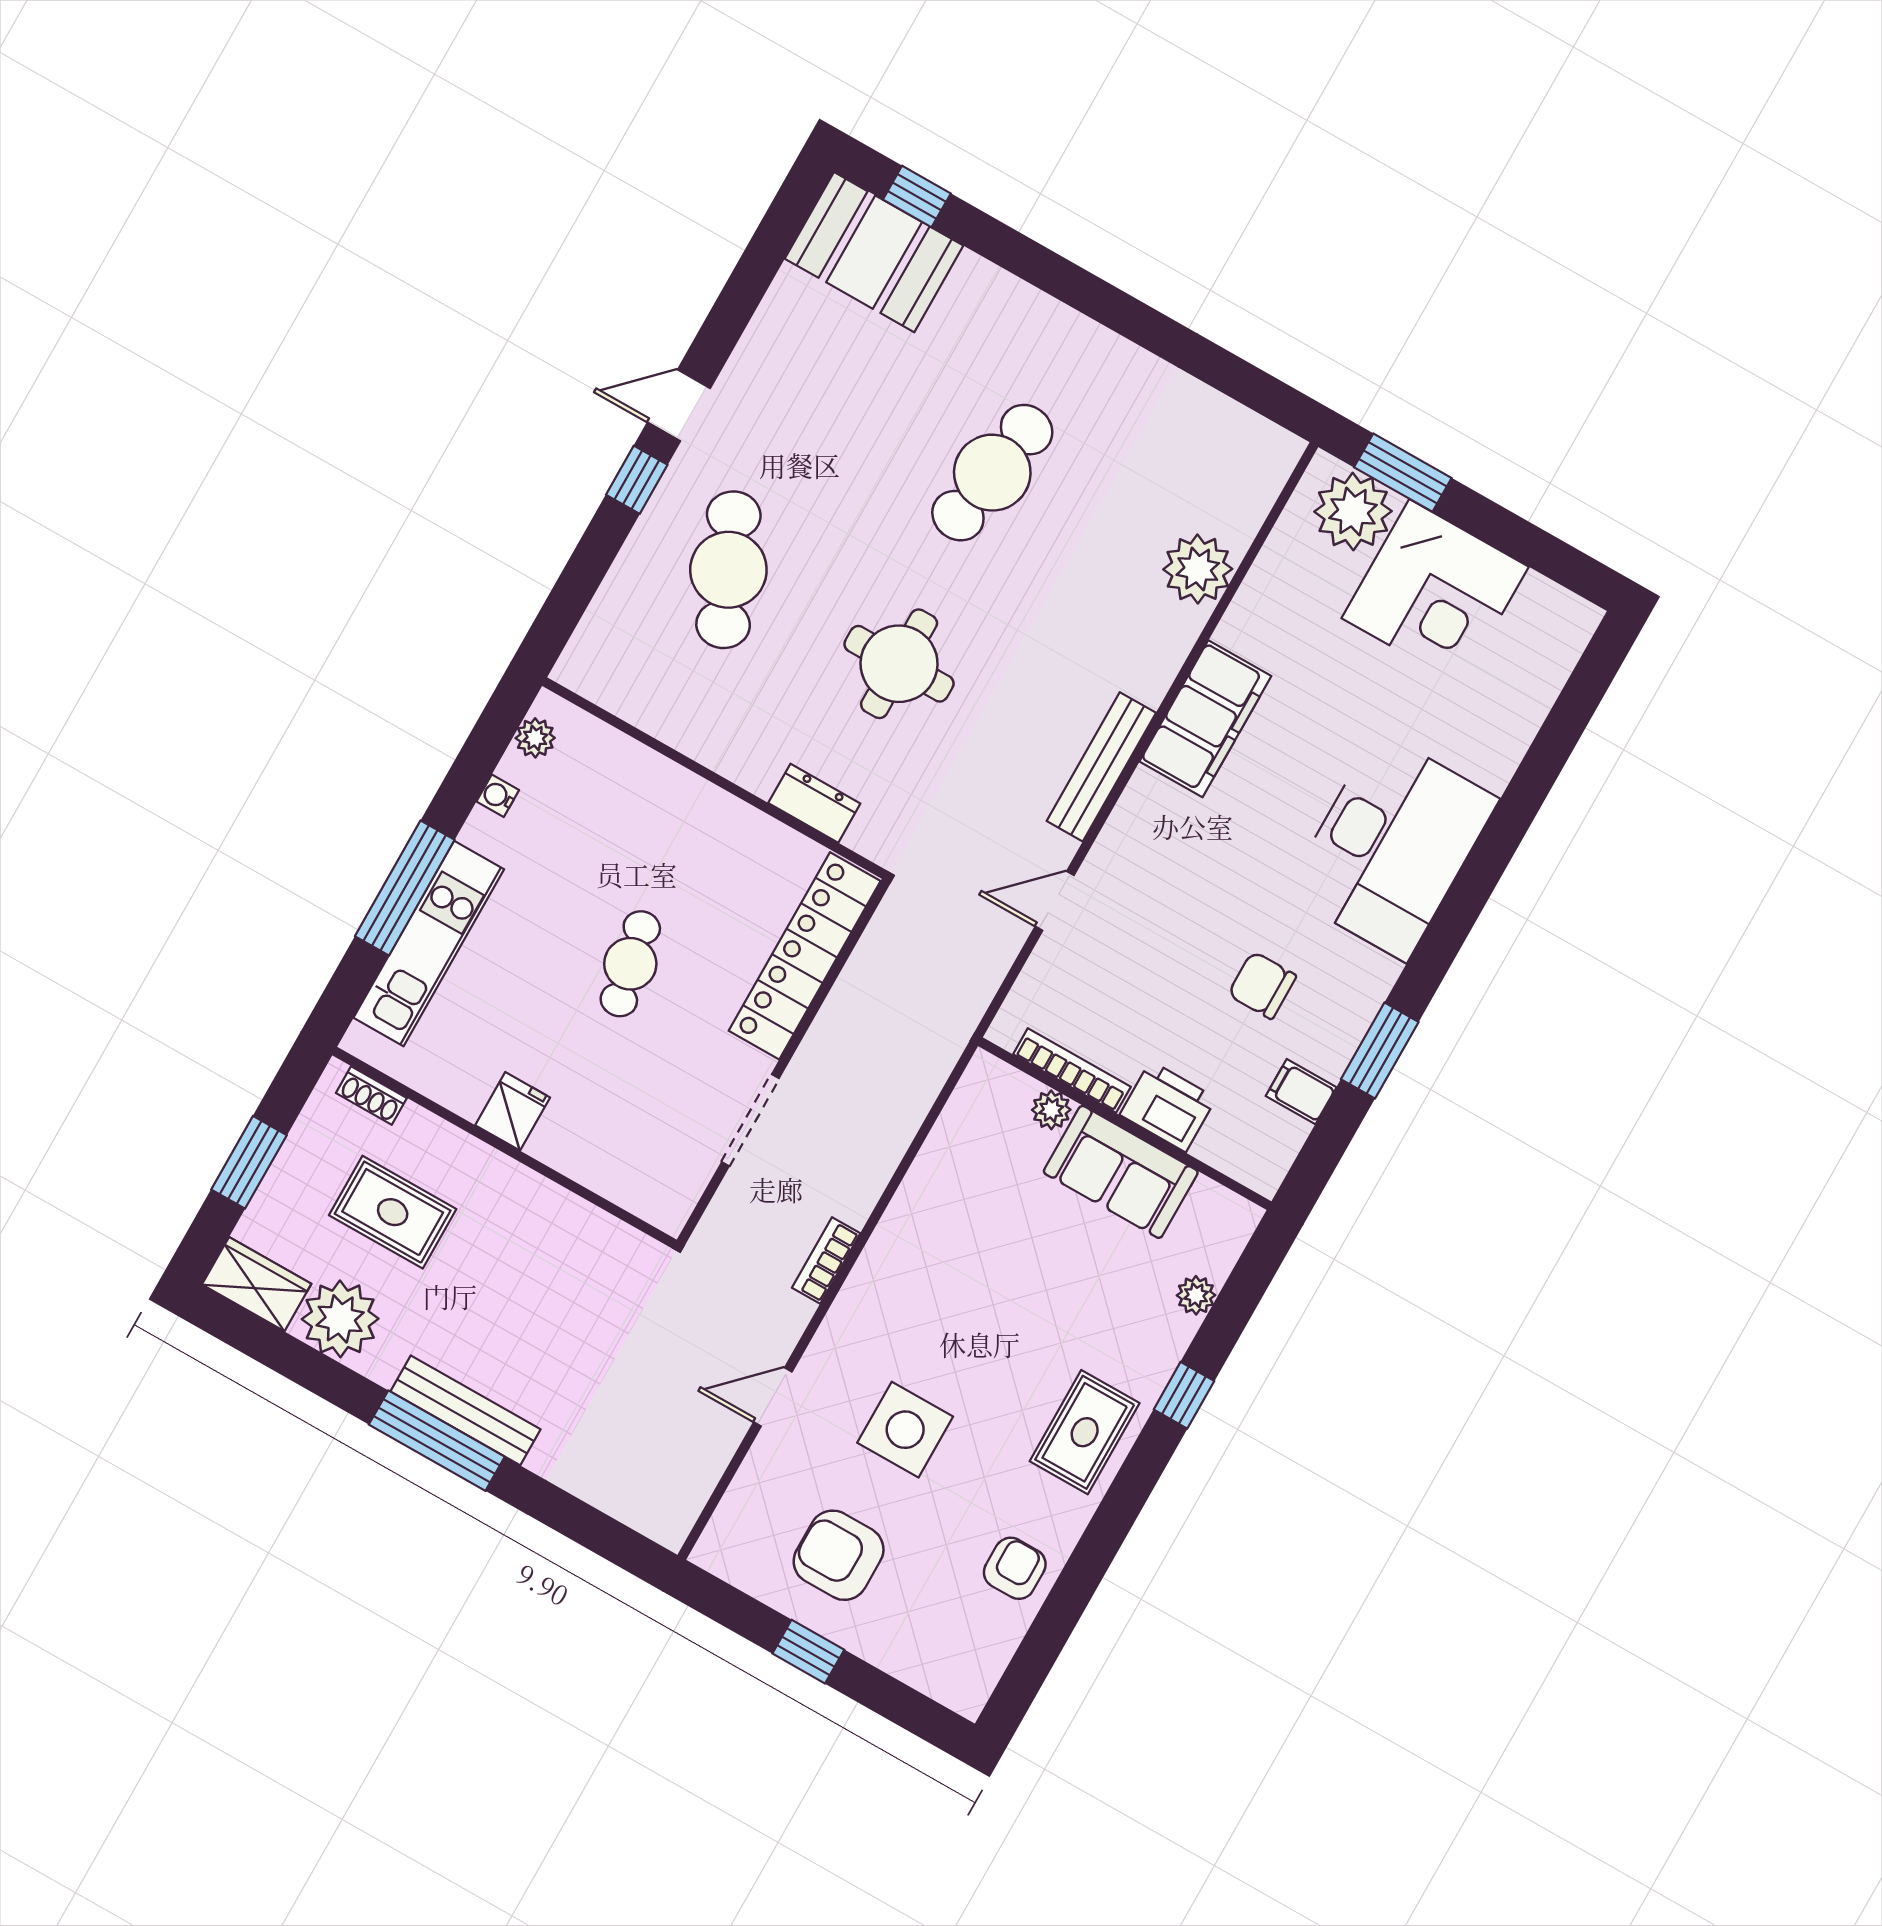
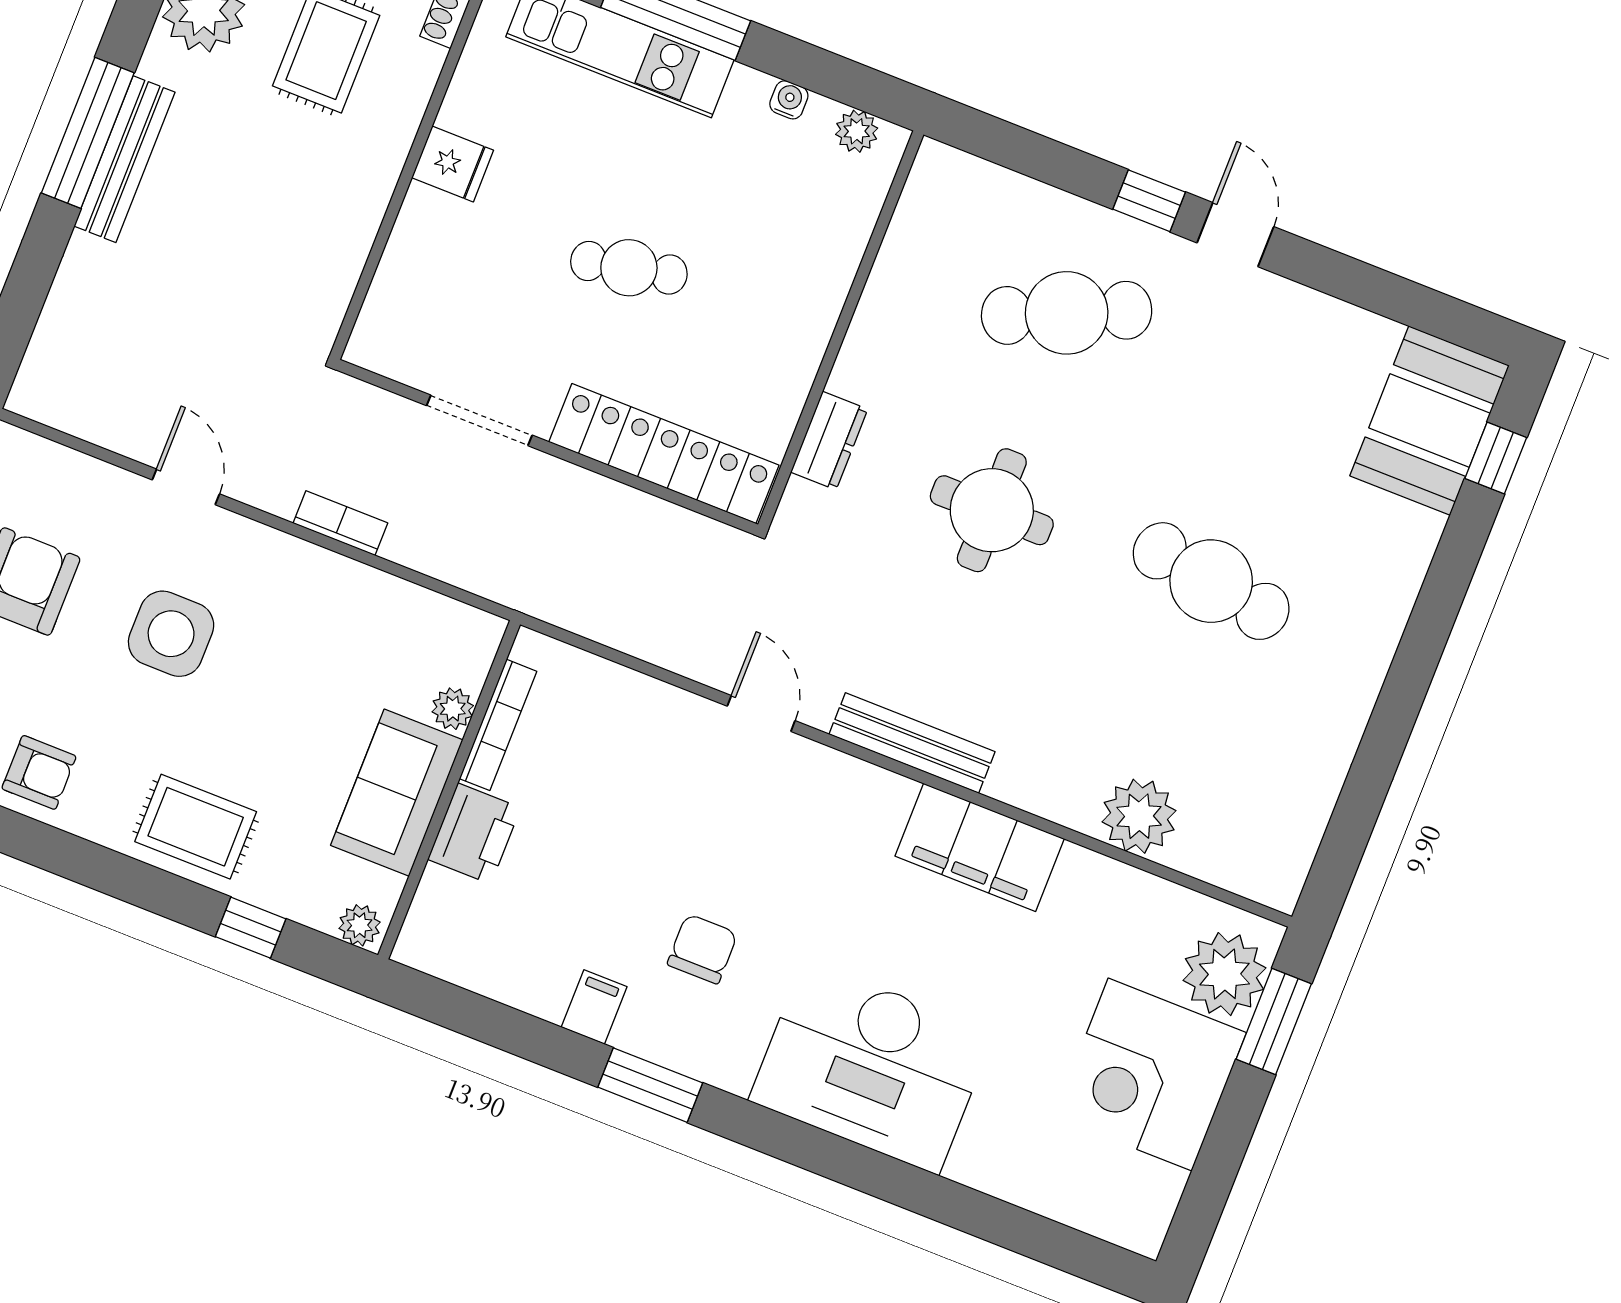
bookcase: (1072, 1071) -> (498, 725), moved
printer: (1168, 1106) -> (474, 833), moved
plant: (1051, 1110) -> (453, 709), moved
wall: (1125, 1124) -> (449, 790), moved
sofa: (1121, 1172) -> (397, 793), moved

